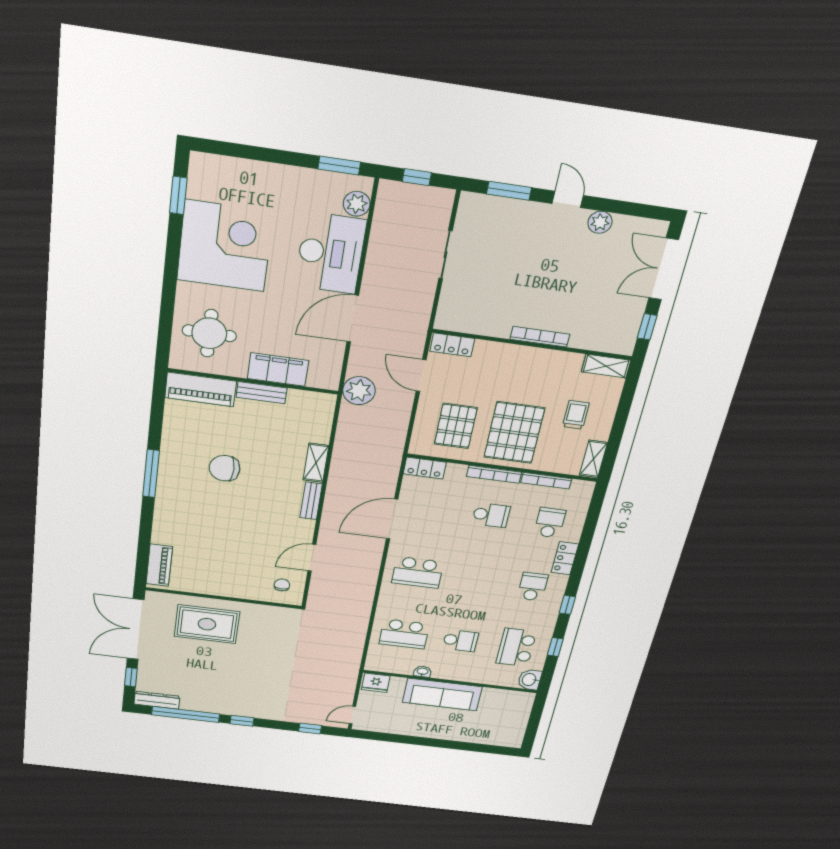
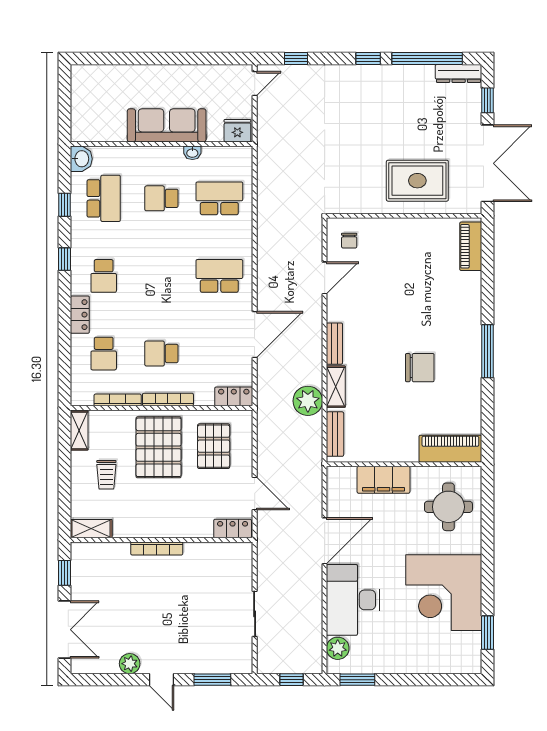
plant: (359, 391) -> (308, 401), moved
bench: (262, 393) -> (335, 434), moved, turned 90

